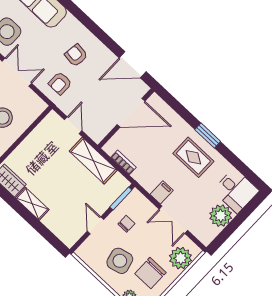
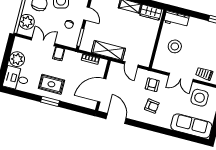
door: (133, 65) -> (116, 119), hinge flipped

